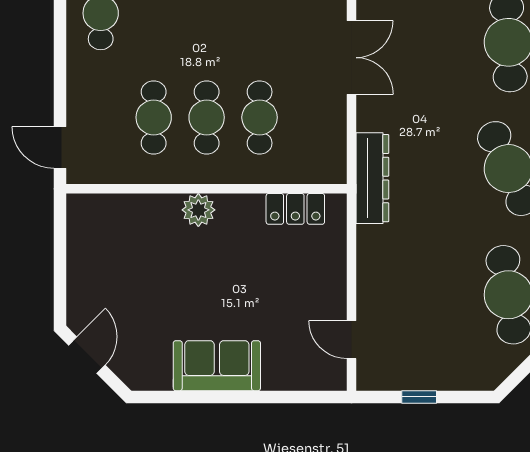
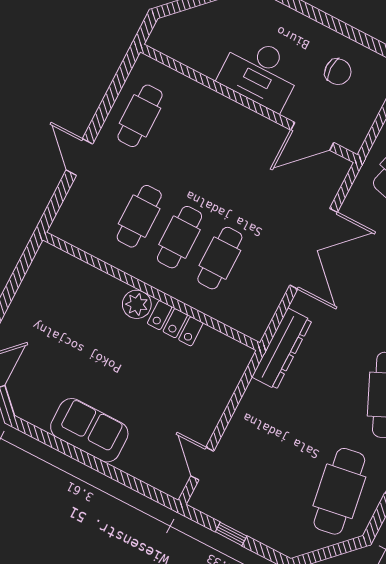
double door: (352, 58) -> (314, 249), width x1.37
door: (60, 148) -> (79, 157), moved
locker: (295, 209) -> (175, 323), moved

